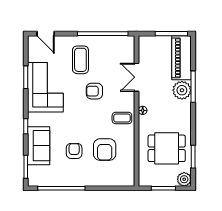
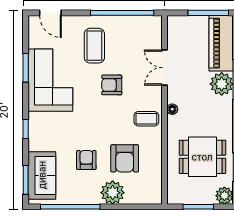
sofa: (39, 146) -> (42, 175), moved
plant: (95, 177) -> (113, 193), added

